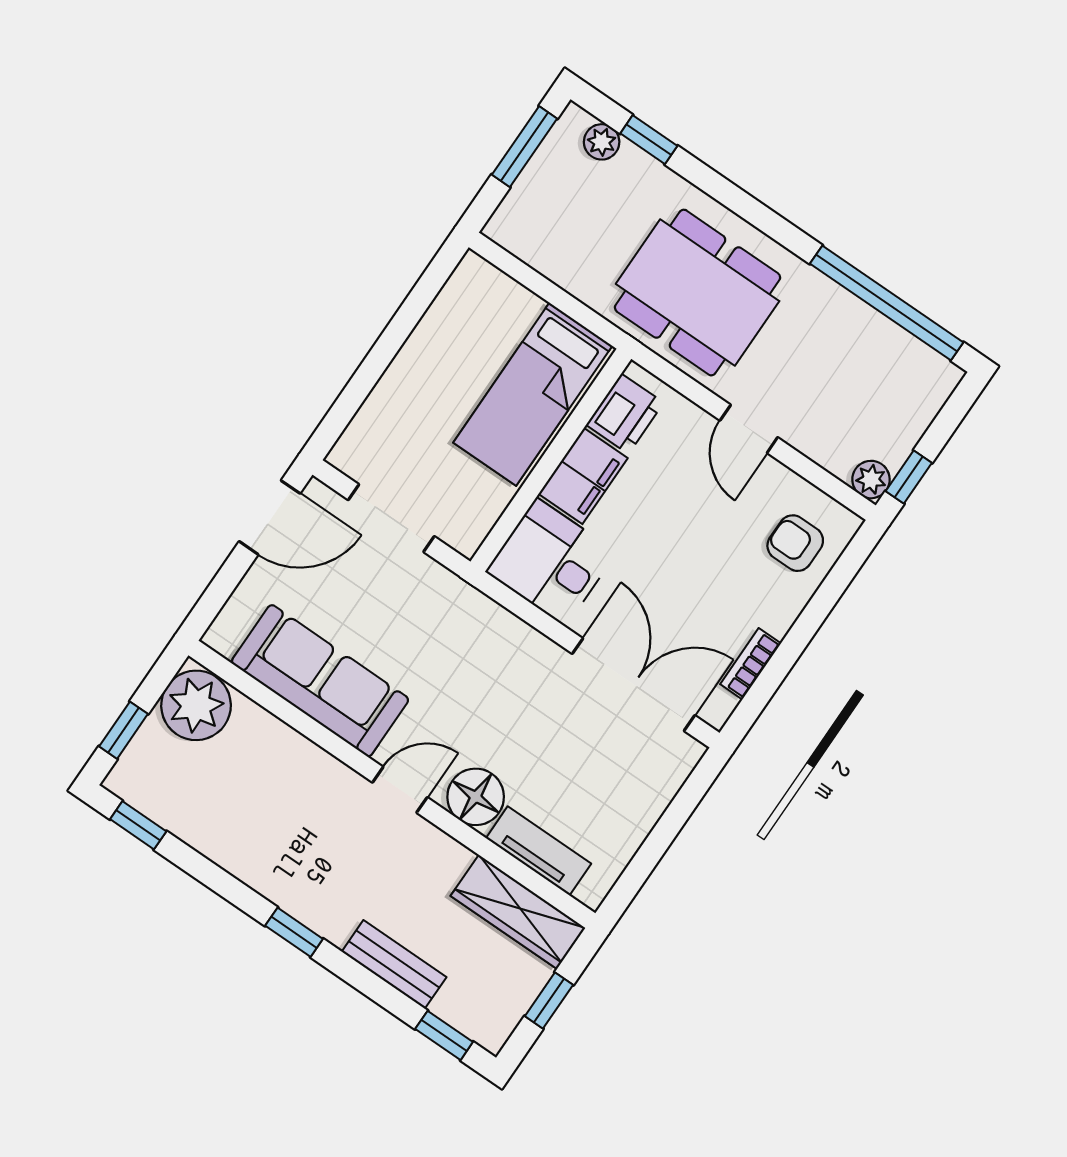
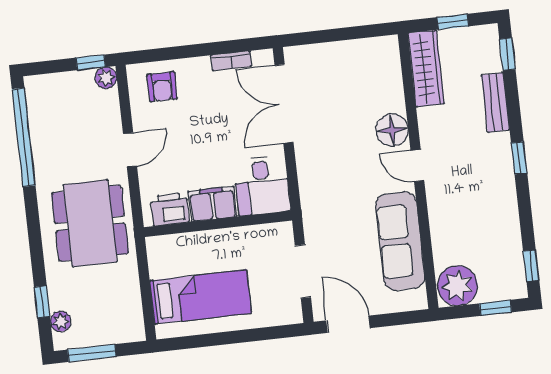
bed: (533, 394) -> (201, 297), moved
tv unit: (539, 851) -> (392, 82), removed

